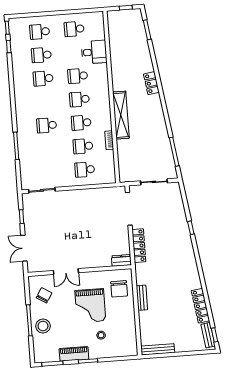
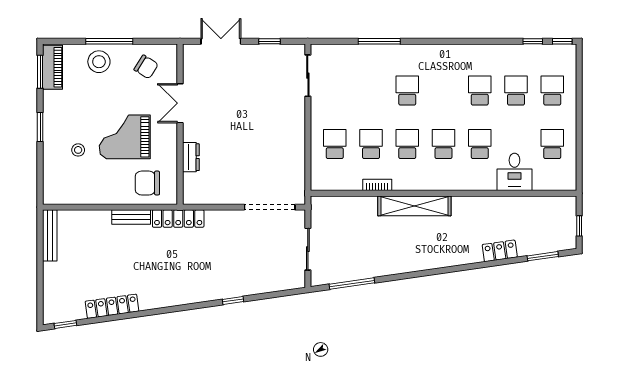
locker: (151, 83) -> (500, 251), moved
locker: (139, 246) -> (178, 219), moved
dresser: (121, 260) -> (191, 157), moved
bench: (208, 335) -> (66, 315), removed
piano: (74, 354) -> (52, 67), moved

